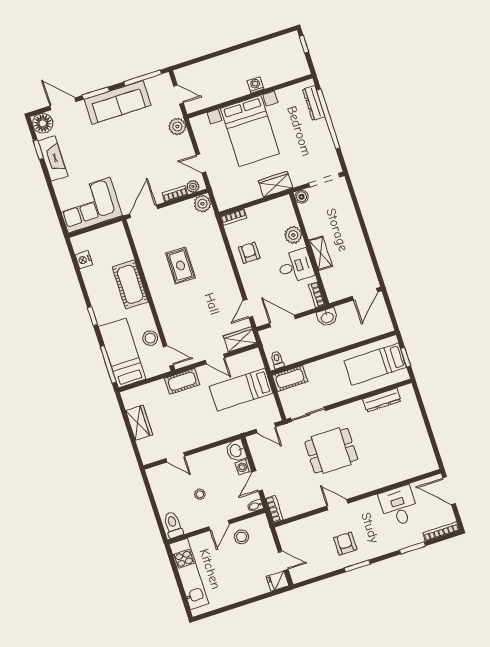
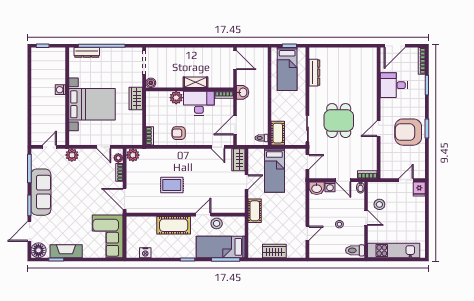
door: (201, 163) -> (104, 147), hinge flipped
desk: (296, 266) -> (199, 103), width x1.37
door: (168, 356) -> (203, 215), moved
armchair: (345, 544) -> (408, 132), width x1.88, depth x1.88

